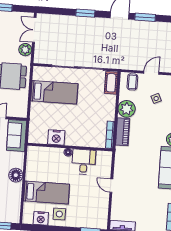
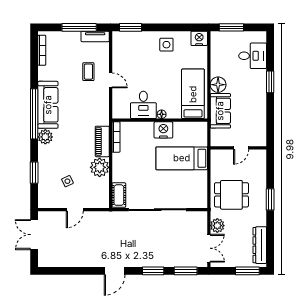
window: (145, 17) -> (186, 271), moved
coffee table: (132, 82) -> (88, 72), moved
bed: (54, 92) -> (182, 158), moved
sofa: (17, 135) -> (220, 111), moved
nightstand: (56, 137) -> (163, 130), moved
bed: (47, 193) -> (193, 94), moved, turned 90
nightstand: (41, 218) -> (199, 38), moved

